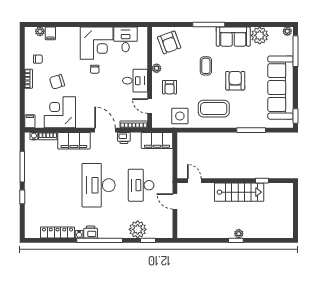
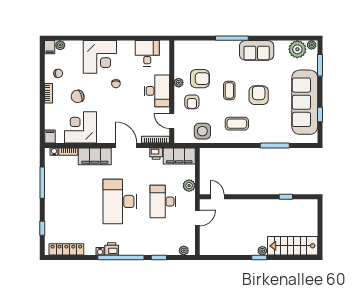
filing cabinet: (50, 33) -> (50, 47), moved
plant: (260, 35) -> (297, 49), moved
armchair: (169, 42) -> (200, 79), moved, turned -70
corner desk: (97, 43) -> (100, 57), moved
window: (295, 51) -> (320, 65), width x0.69
coffee table: (206, 66) -> (229, 90), moved
desk: (135, 81) -> (157, 91), width x1.37
coffee table: (214, 109) -> (237, 124), width x0.73, depth x0.76
window: (295, 116) -> (320, 115), moved
printer: (124, 138) -> (156, 154), moved
plant: (167, 170) -> (189, 186), added
stairs: (239, 192) -> (293, 246), moved, turned 180
window: (22, 197) -> (42, 228), moved
door: (175, 201) -> (197, 218), swing flipped
plant: (138, 229) -> (184, 250), moved, width x0.53, depth x0.53
locker: (57, 232) -> (66, 249), moved
window: (148, 240) -> (159, 257), moved

